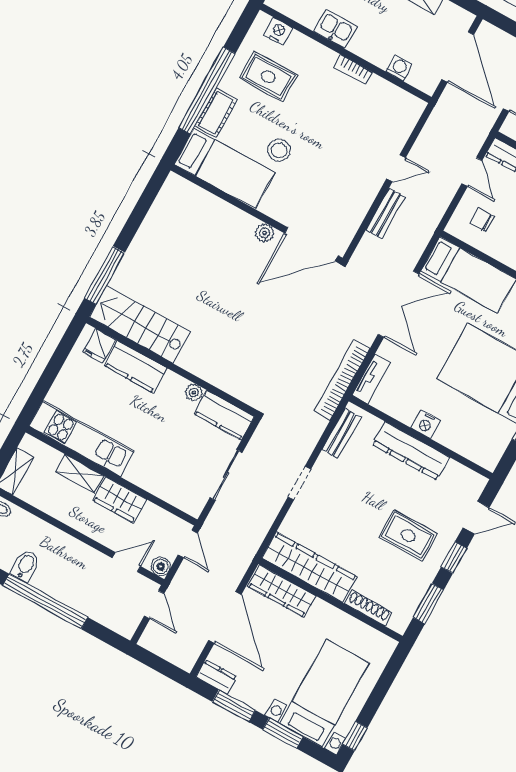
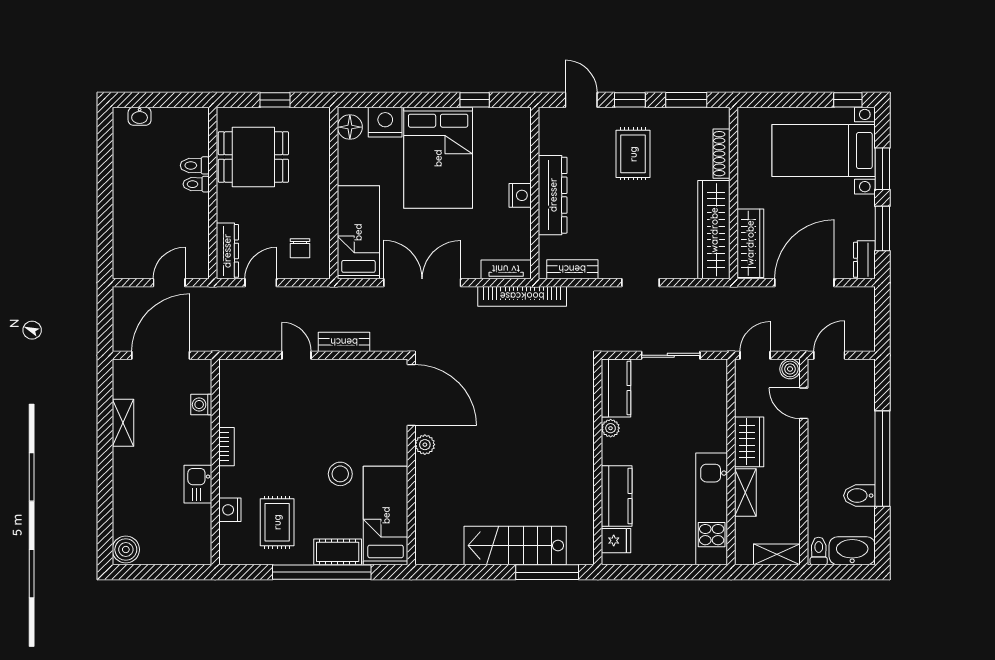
nightstand: (278, 31) -> (230, 510), moved
stairs: (140, 324) -> (515, 545), moved, turned 90

